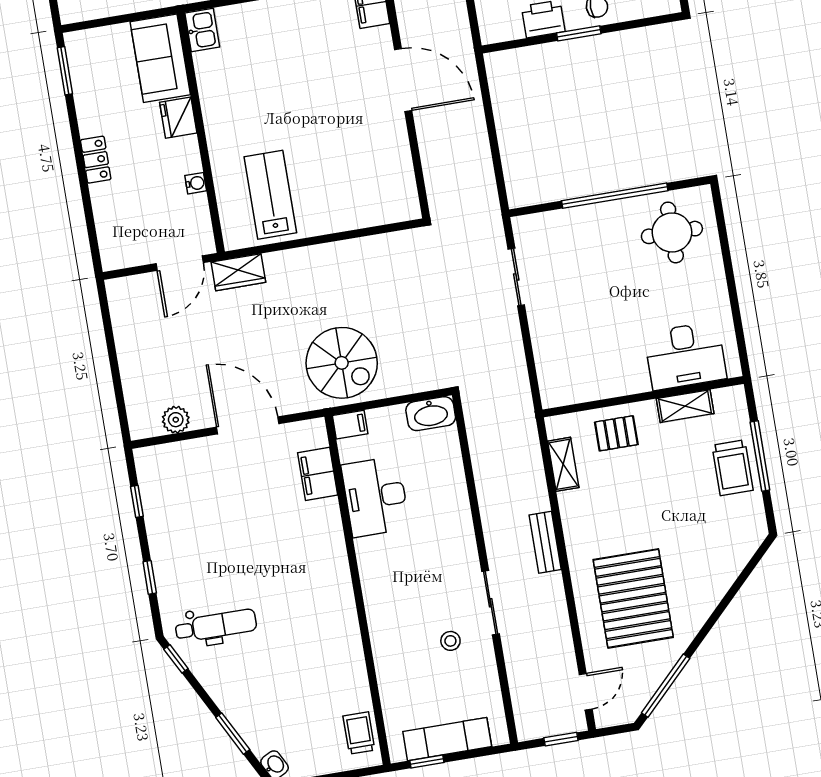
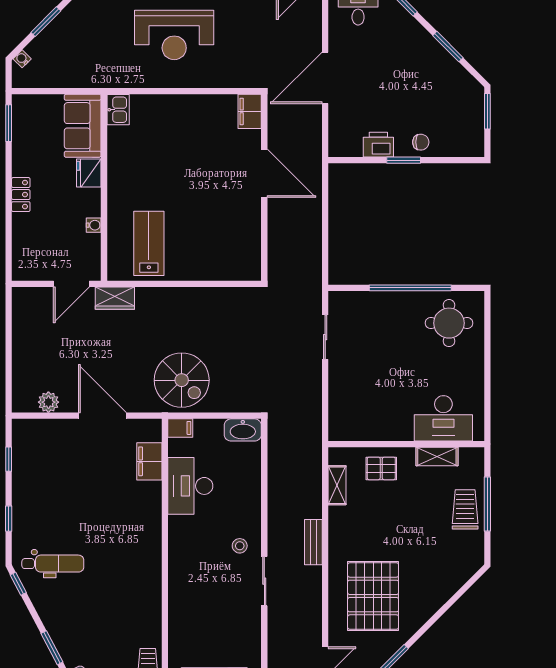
trolley: (732, 468) -> (465, 509), turned 180
stool: (450, 641) -> (240, 546), moved

